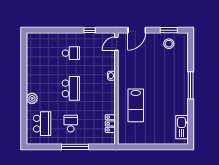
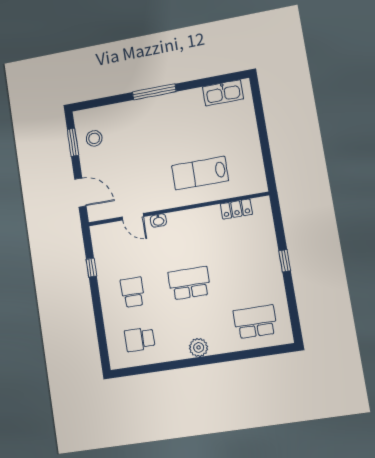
door: (116, 44) -> (133, 217), moved
plant: (32, 98) -> (199, 347), moved
lab bench: (136, 105) -> (200, 173), turned 180
school desk: (71, 124) -> (140, 339), moved
window: (75, 147) -> (285, 261), width x0.46

